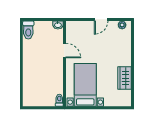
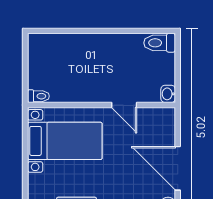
door: (101, 19) -> (178, 168), width x1.88
door: (64, 50) -> (124, 105), hinge flipped

